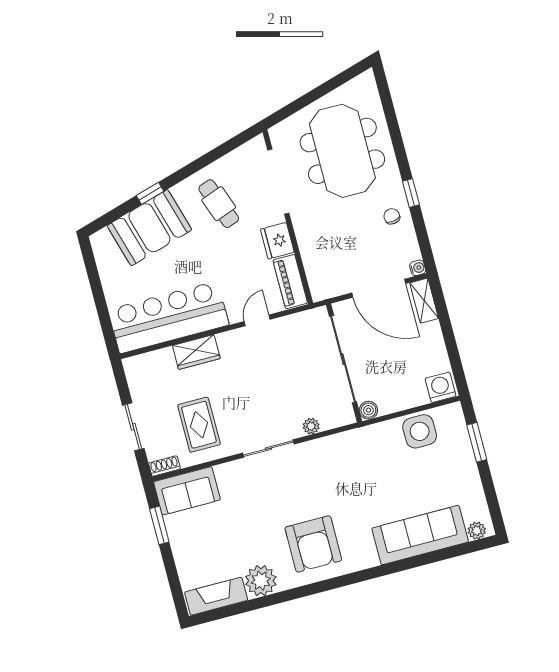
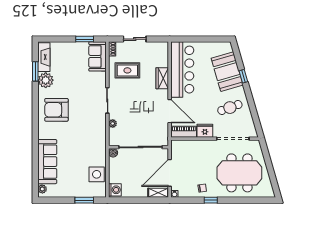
door: (257, 320) -> (170, 111), width x1.88
window: (249, 606) -> (35, 71), added

